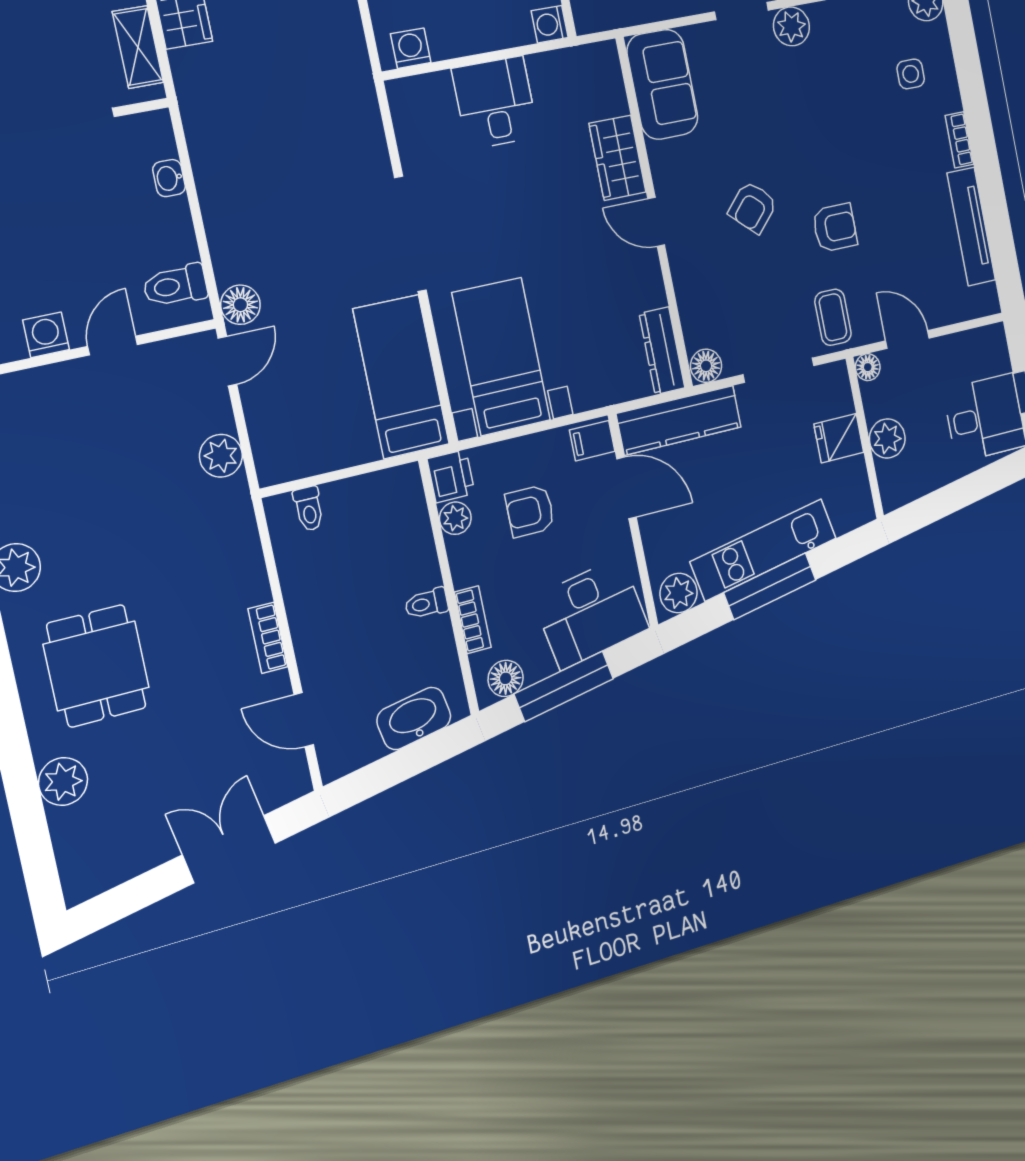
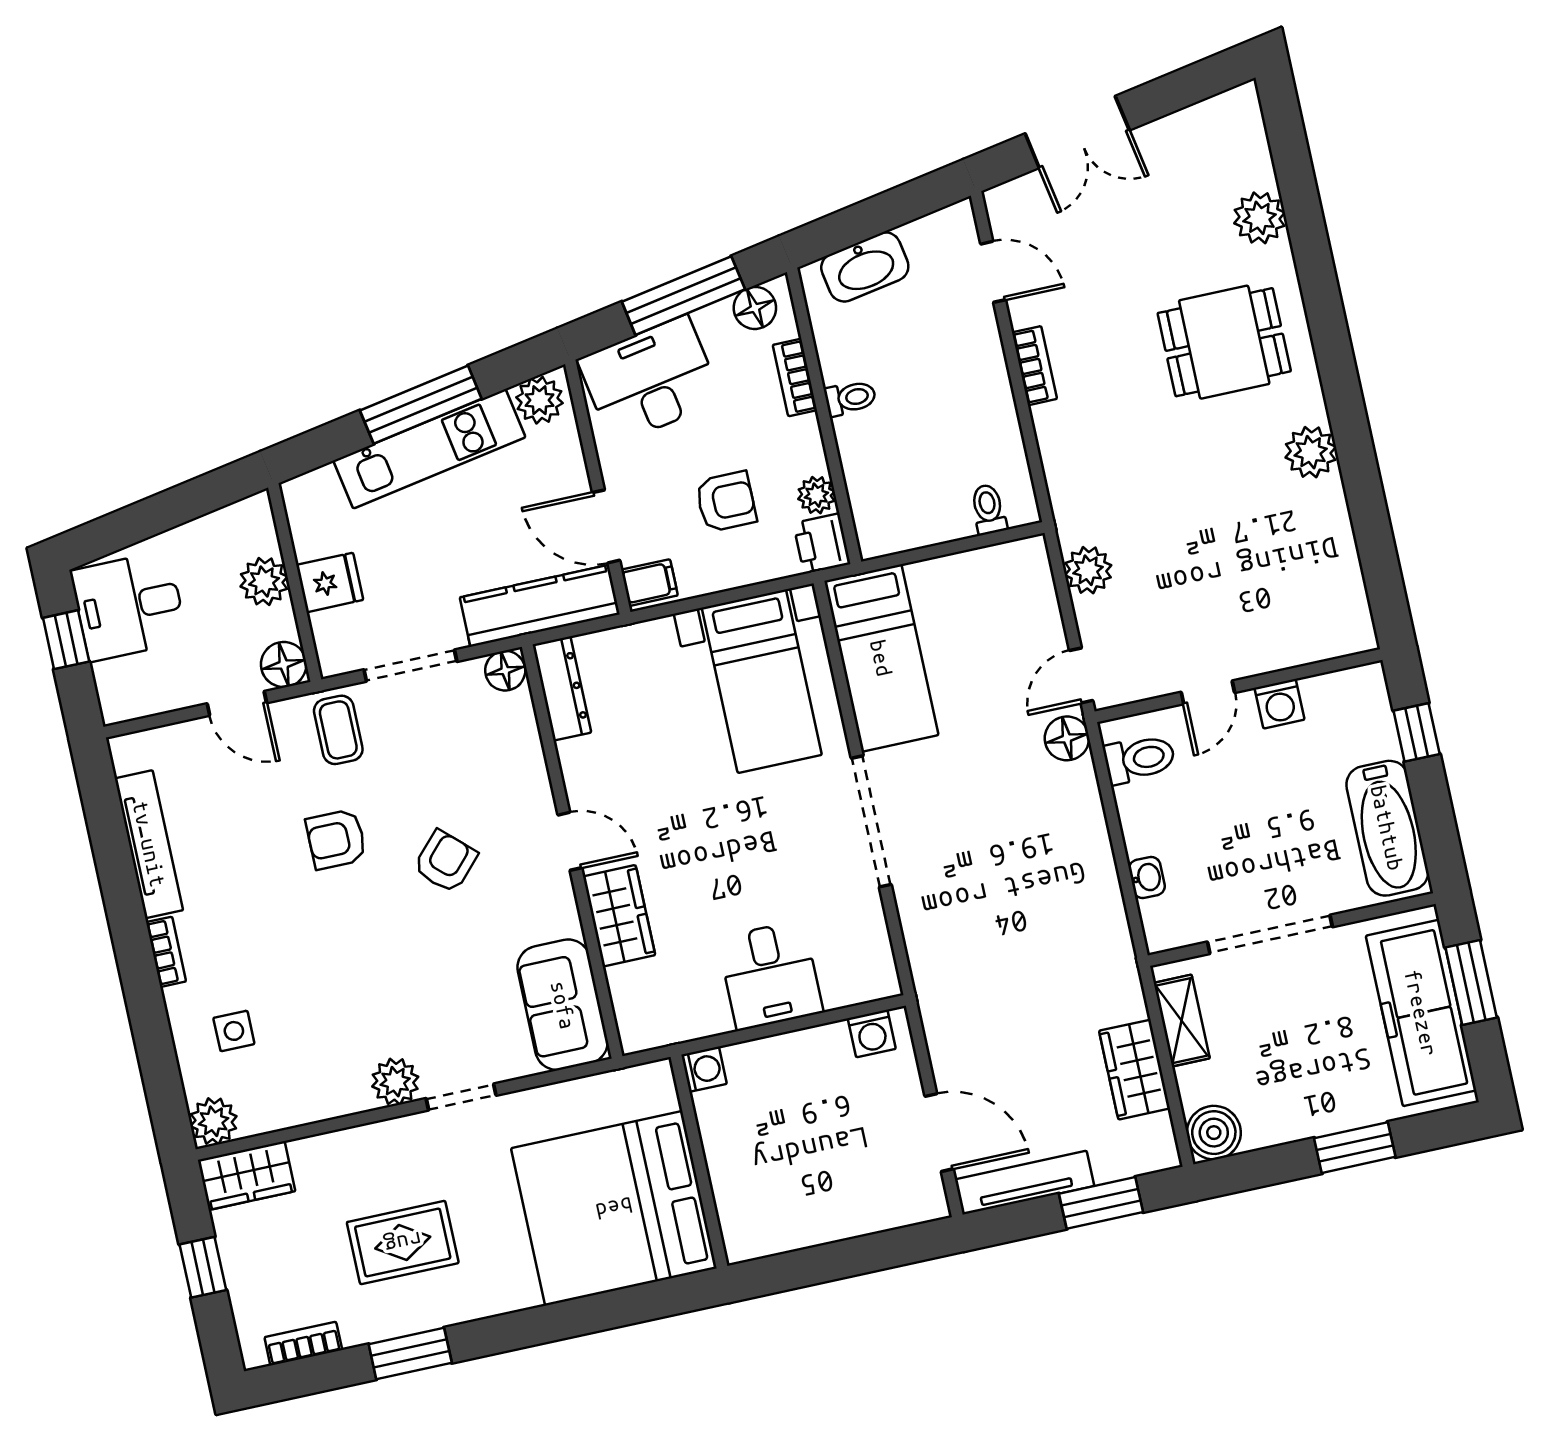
floor lamp: (868, 367) -> (284, 664), width x1.37, depth x1.37
dining table: (96, 666) -> (1224, 342), turned 90

